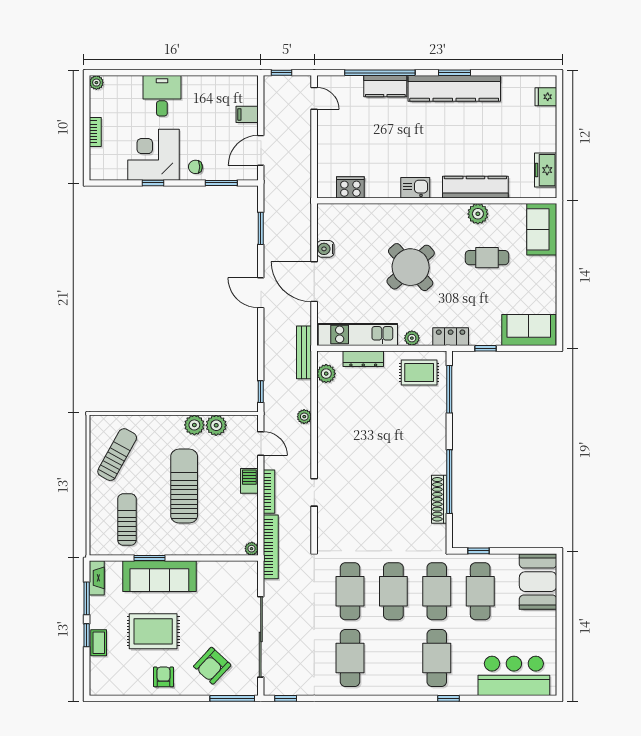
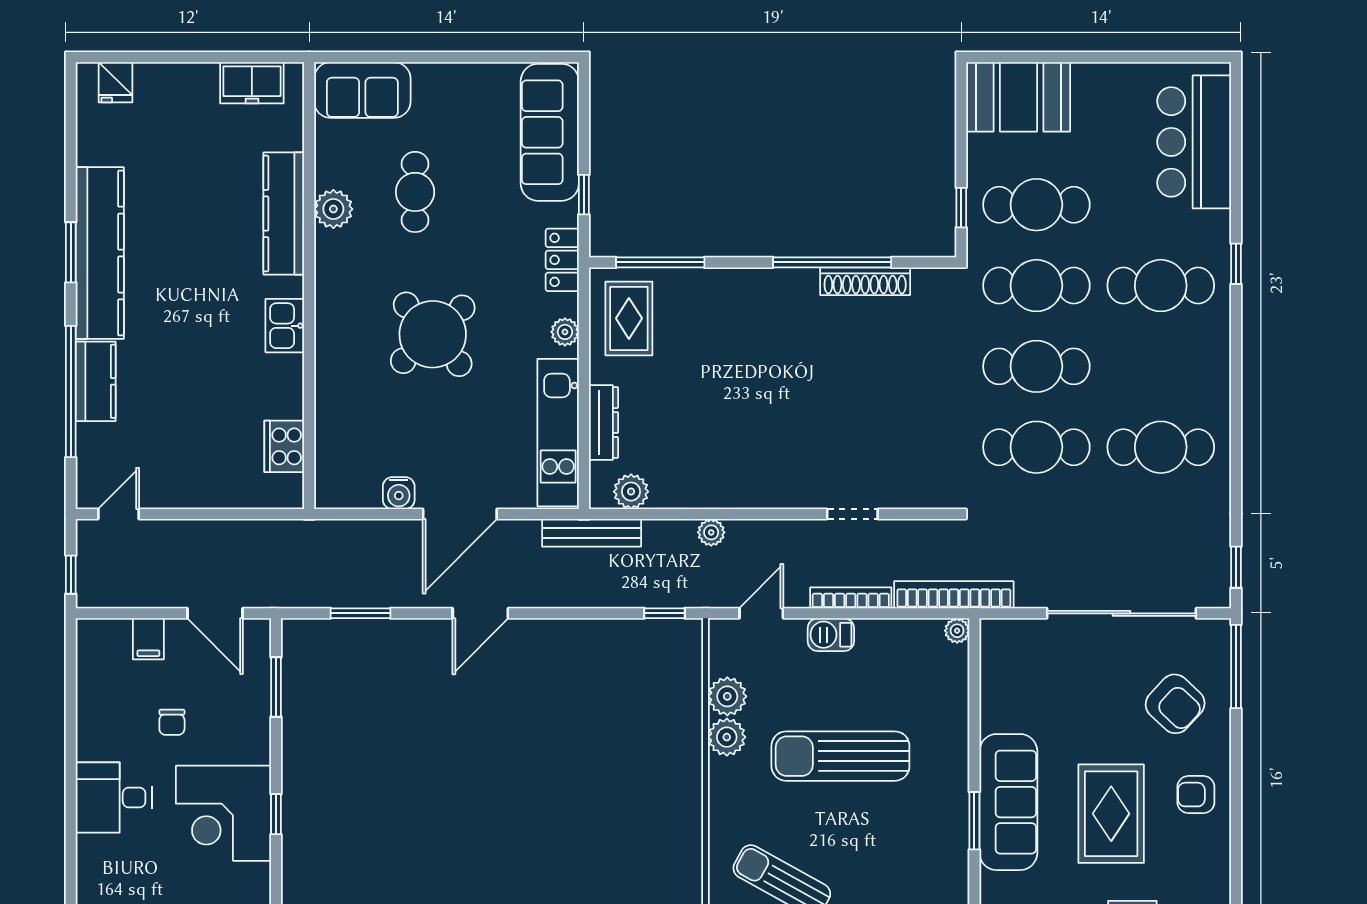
chair: (195, 167) -> (172, 722), moved
sofa: (529, 330) -> (550, 132), width x1.36
sun lounger: (127, 520) -> (903, 863), removed

